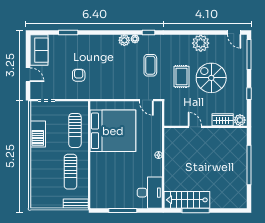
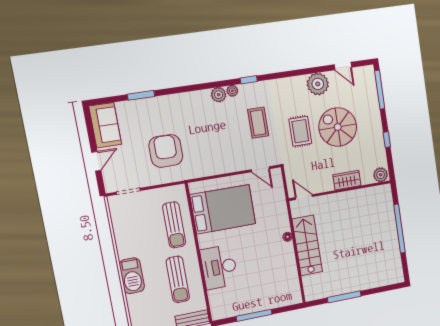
door: (234, 33) -> (343, 66), moved
door: (28, 75) -> (96, 161), hinge flipped
armchair: (79, 75) -> (166, 151), width x1.88, depth x1.88
wardrobe: (223, 120) -> (347, 180), moved
door: (195, 127) -> (304, 197), moved
bed: (113, 131) -> (223, 209), width x0.73
barbecue: (38, 134) -> (132, 276), moved
desk: (150, 193) -> (219, 267), moved, turned 180
stairs: (187, 200) -> (307, 245), moved, turned 90

